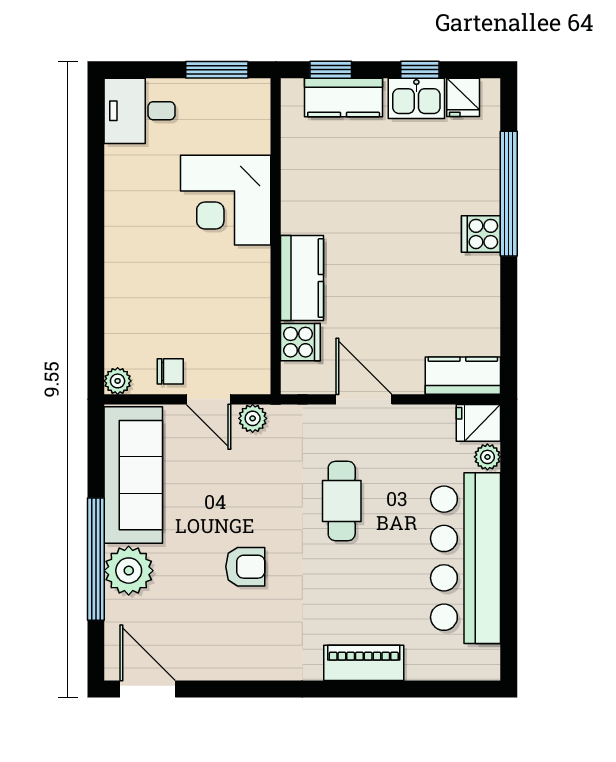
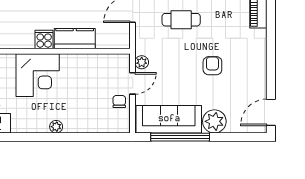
cooker: (300, 342) -> (44, 39), moved
plant: (118, 381) -> (56, 127), moved
window: (96, 559) -> (180, 137), moved

